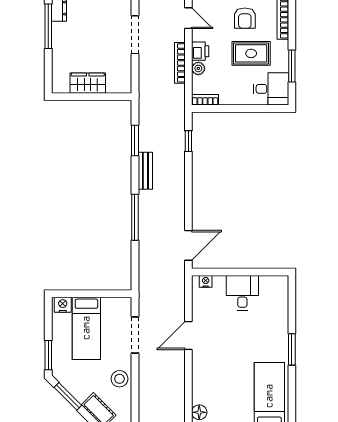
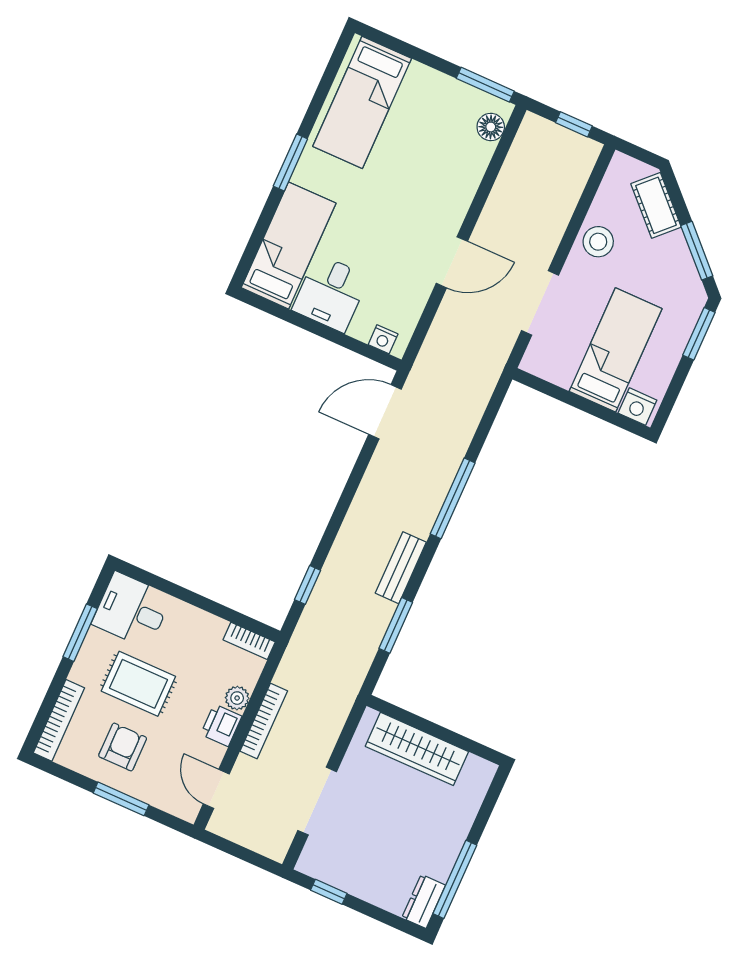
wardrobe: (88, 83) -> (417, 749), width x1.50
bed: (274, 307) -> (289, 245), added

